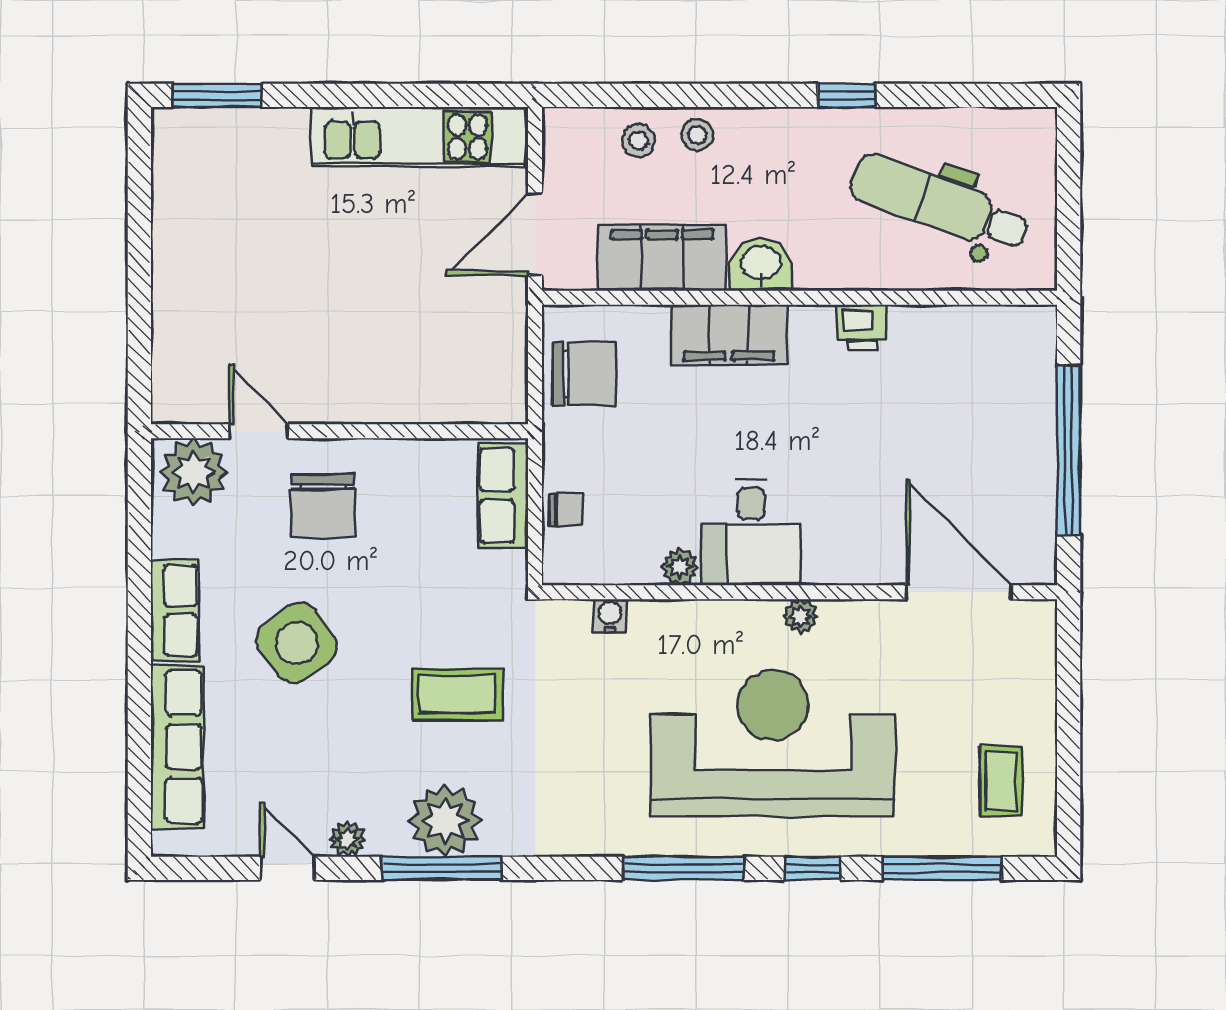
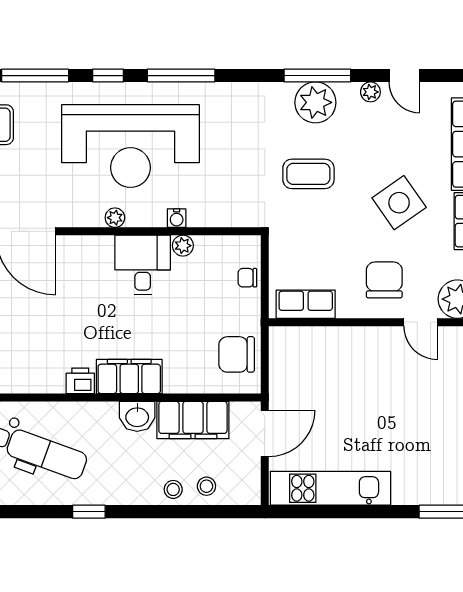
filing cabinet: (729, 335) -> (129, 376), moved
row of seats: (503, 495) -> (306, 304), moved, turned -90
water cooler: (610, 616) -> (177, 218), moved

